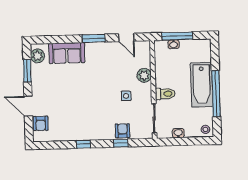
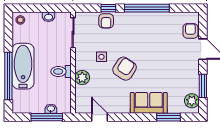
window: (93, 38) -> (169, 117), moved
sofa: (67, 53) -> (149, 103), moved
armchair: (103, 85) -> (125, 69), added
toilet: (165, 94) -> (61, 71), moved
window: (216, 94) -> (8, 76), moved
window: (83, 144) -> (147, 8), width x3.17

